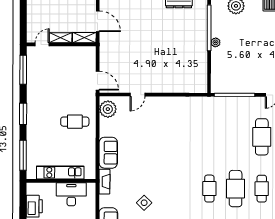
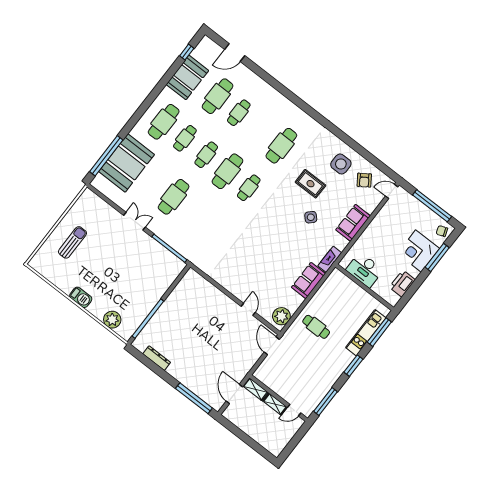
plant: (216, 42) -> (152, 303), removed
door: (137, 95) -> (248, 309), hinge flipped
kitchen unit: (60, 172) -> (366, 333), moved, turned 90

